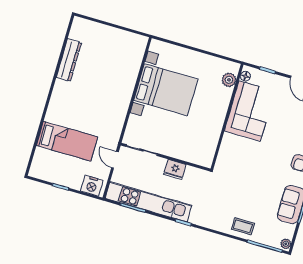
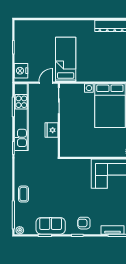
bed: (67, 141) -> (66, 59), moved, turned 180

